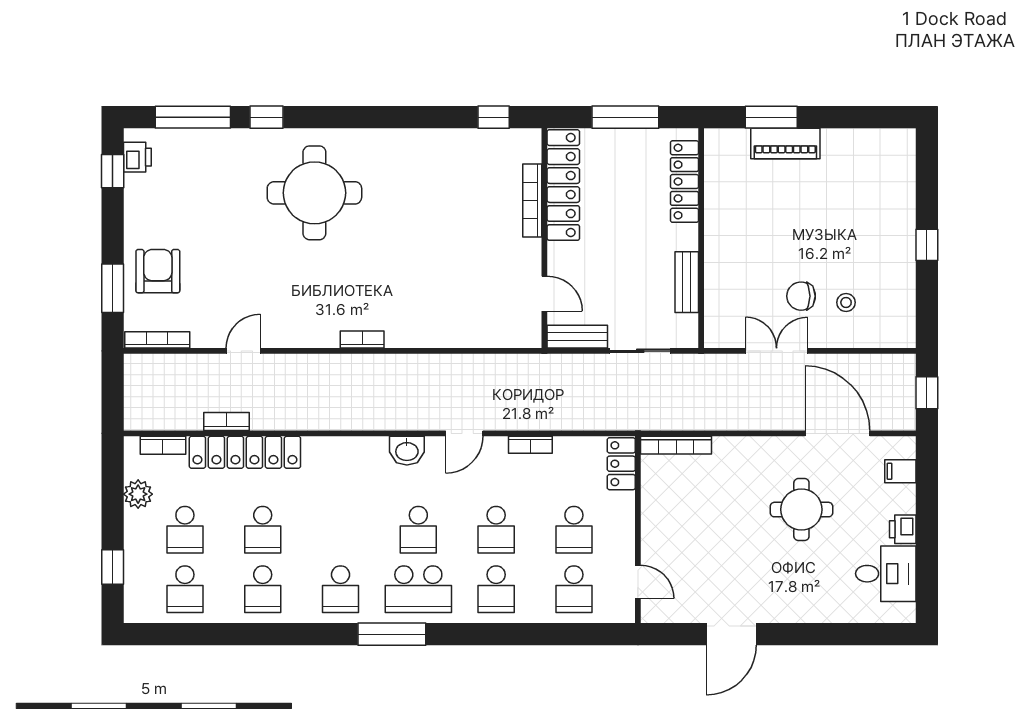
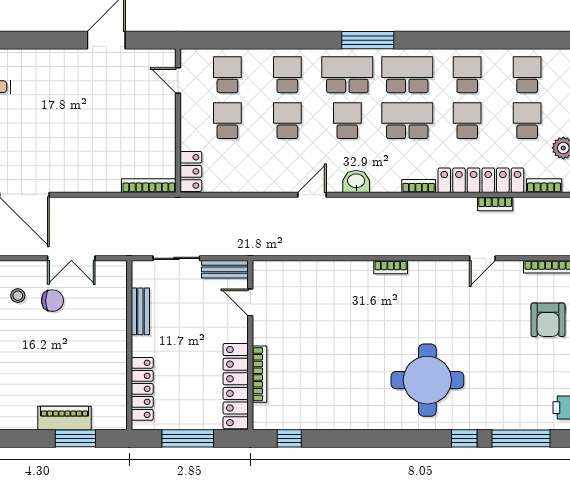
bookcase: (530, 445) -> (419, 186), moved
round table: (801, 510) -> (52, 136), removed
school desk: (341, 530) -> (407, 121), added
school desk: (341, 589) -> (407, 75), width x1.85

